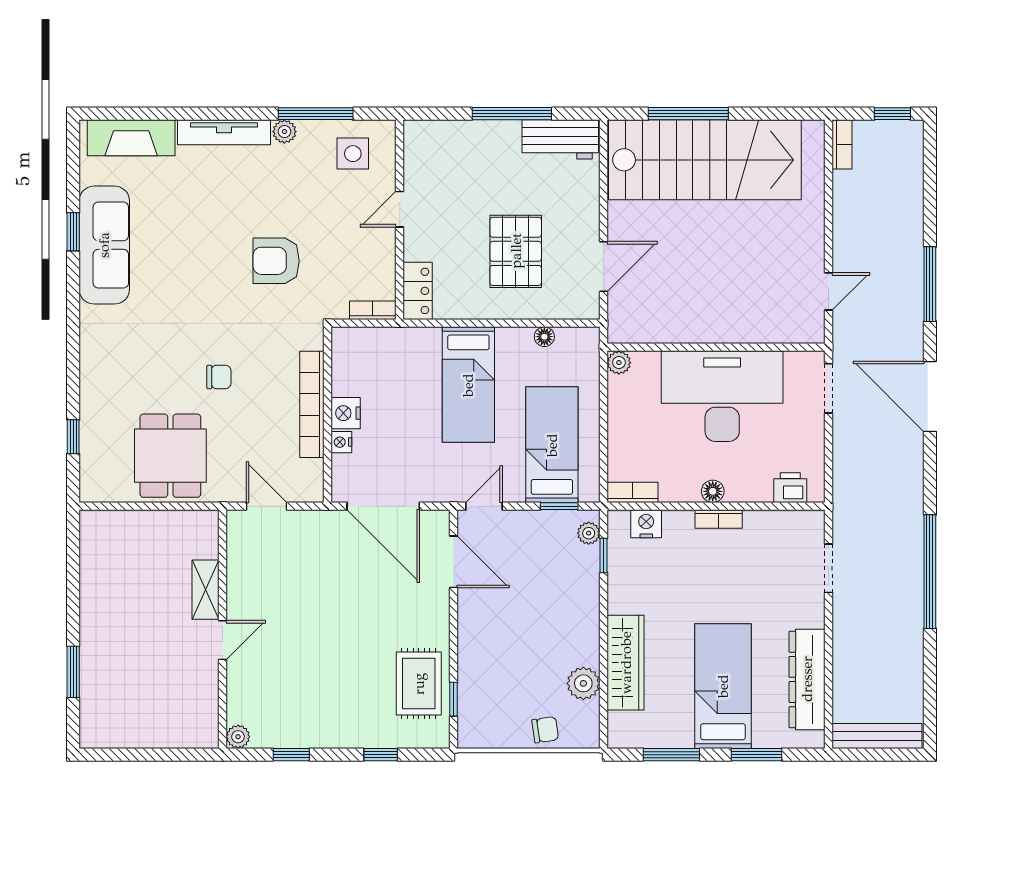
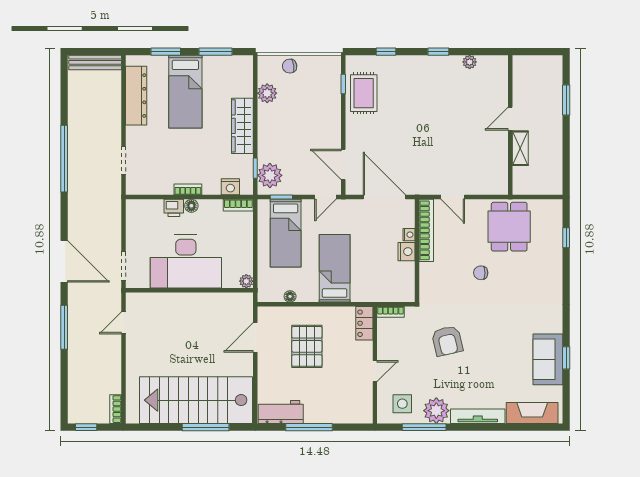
plant: (284, 132) -> (436, 411), width x1.87, depth x1.87
sofa: (104, 245) -> (548, 359), width x0.73
armchair: (276, 261) -> (447, 341), turned 77
bookcase: (312, 404) -> (426, 230), moved
printer: (790, 488) -> (174, 208), moved
plant: (589, 533) -> (270, 175), width x1.88, depth x1.88
shelving: (206, 590) -> (520, 148), moved
wall: (223, 629) -> (510, 125), moved
door: (223, 640) -> (510, 119), moved
wardrobe: (626, 663) -> (242, 126), moved

